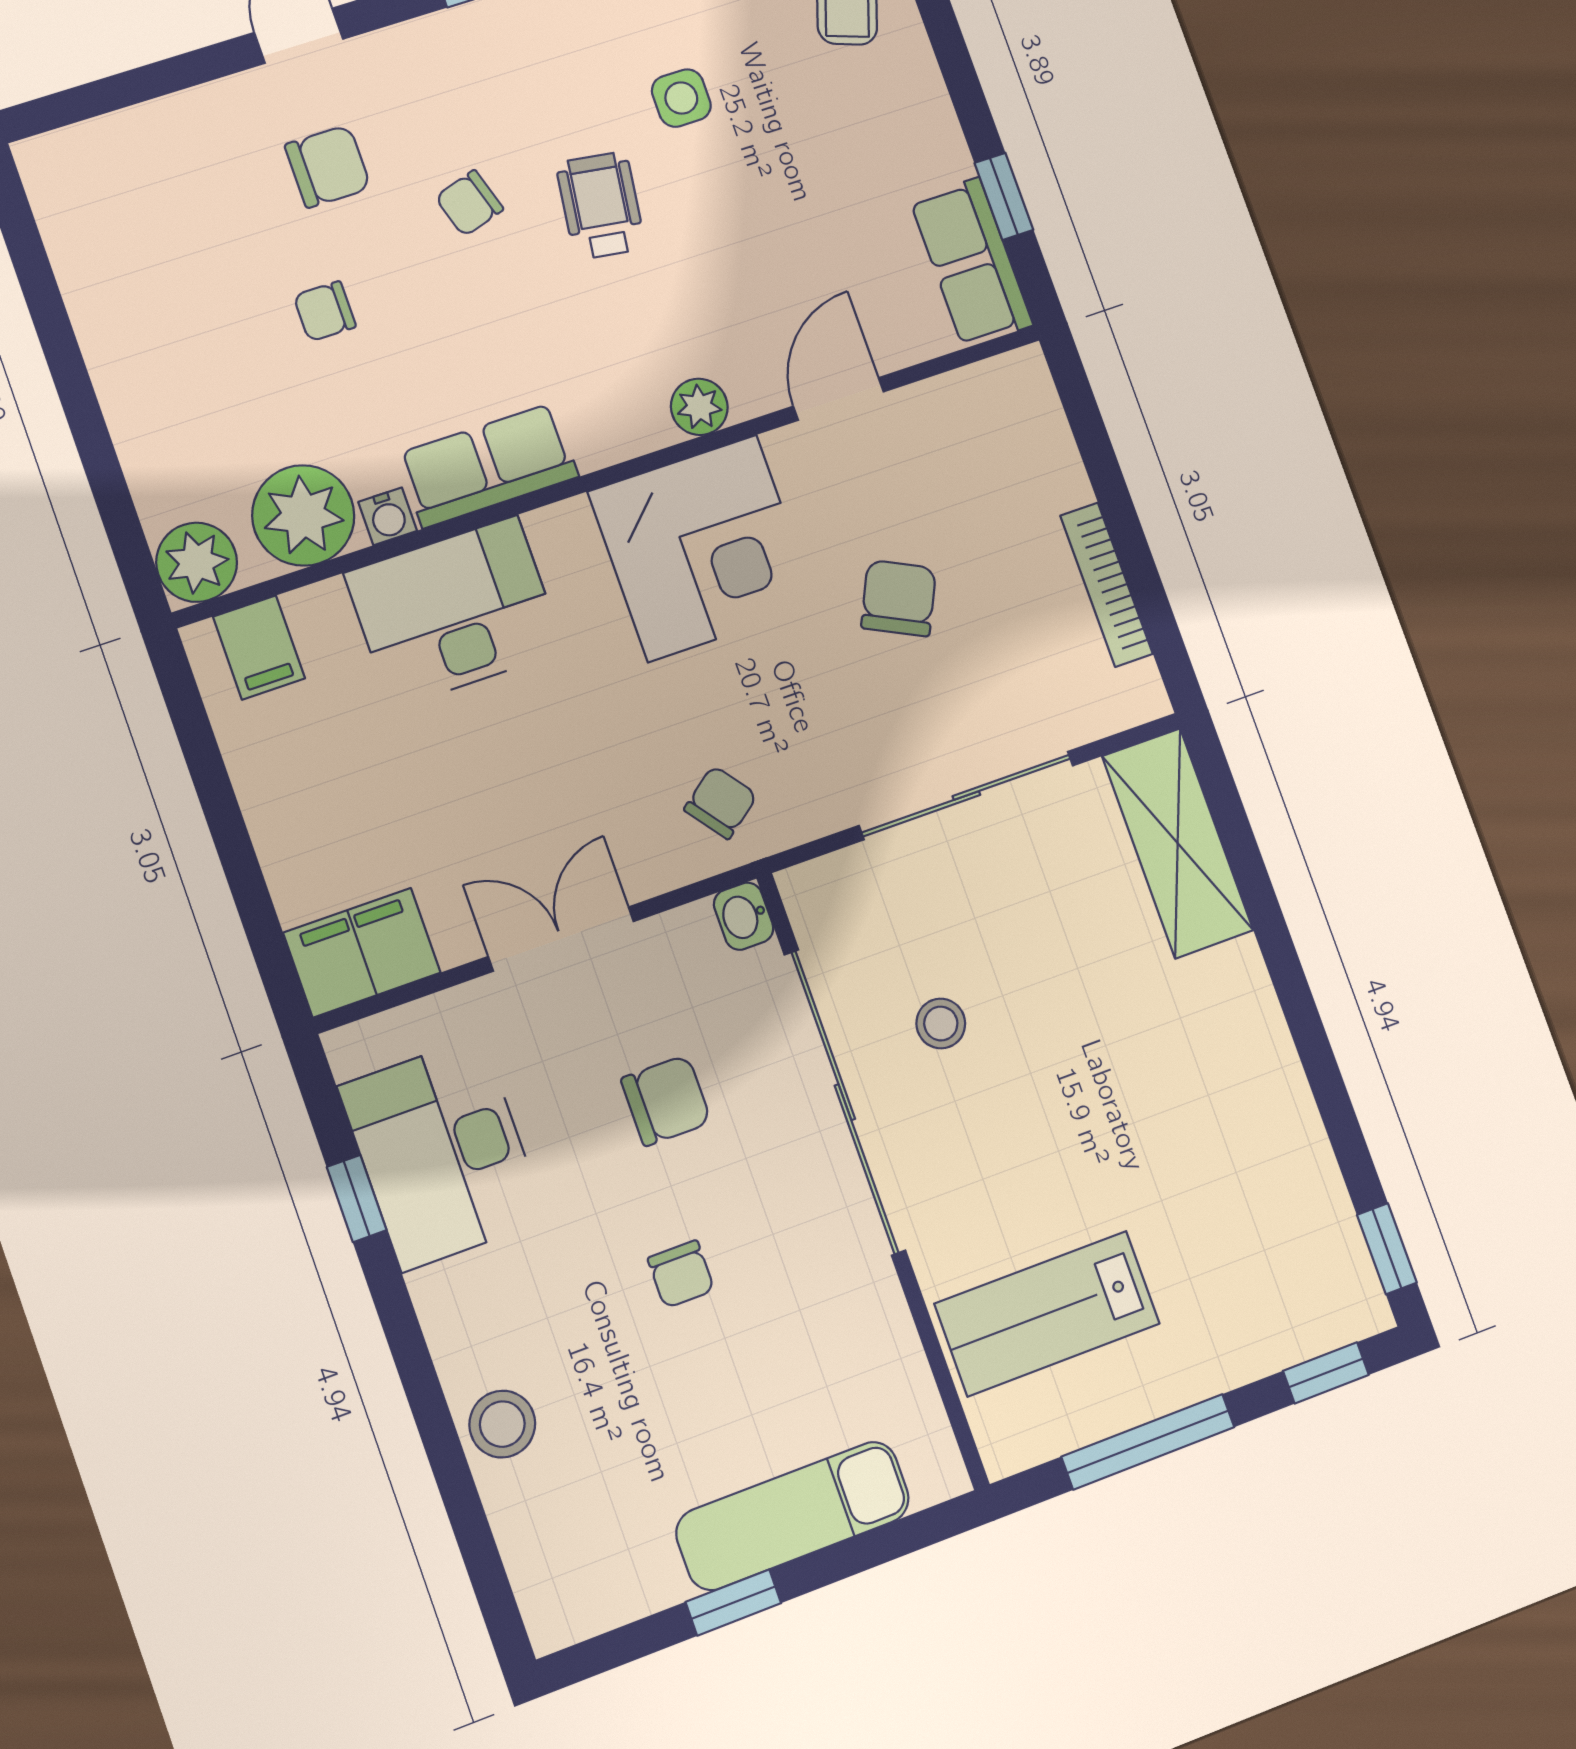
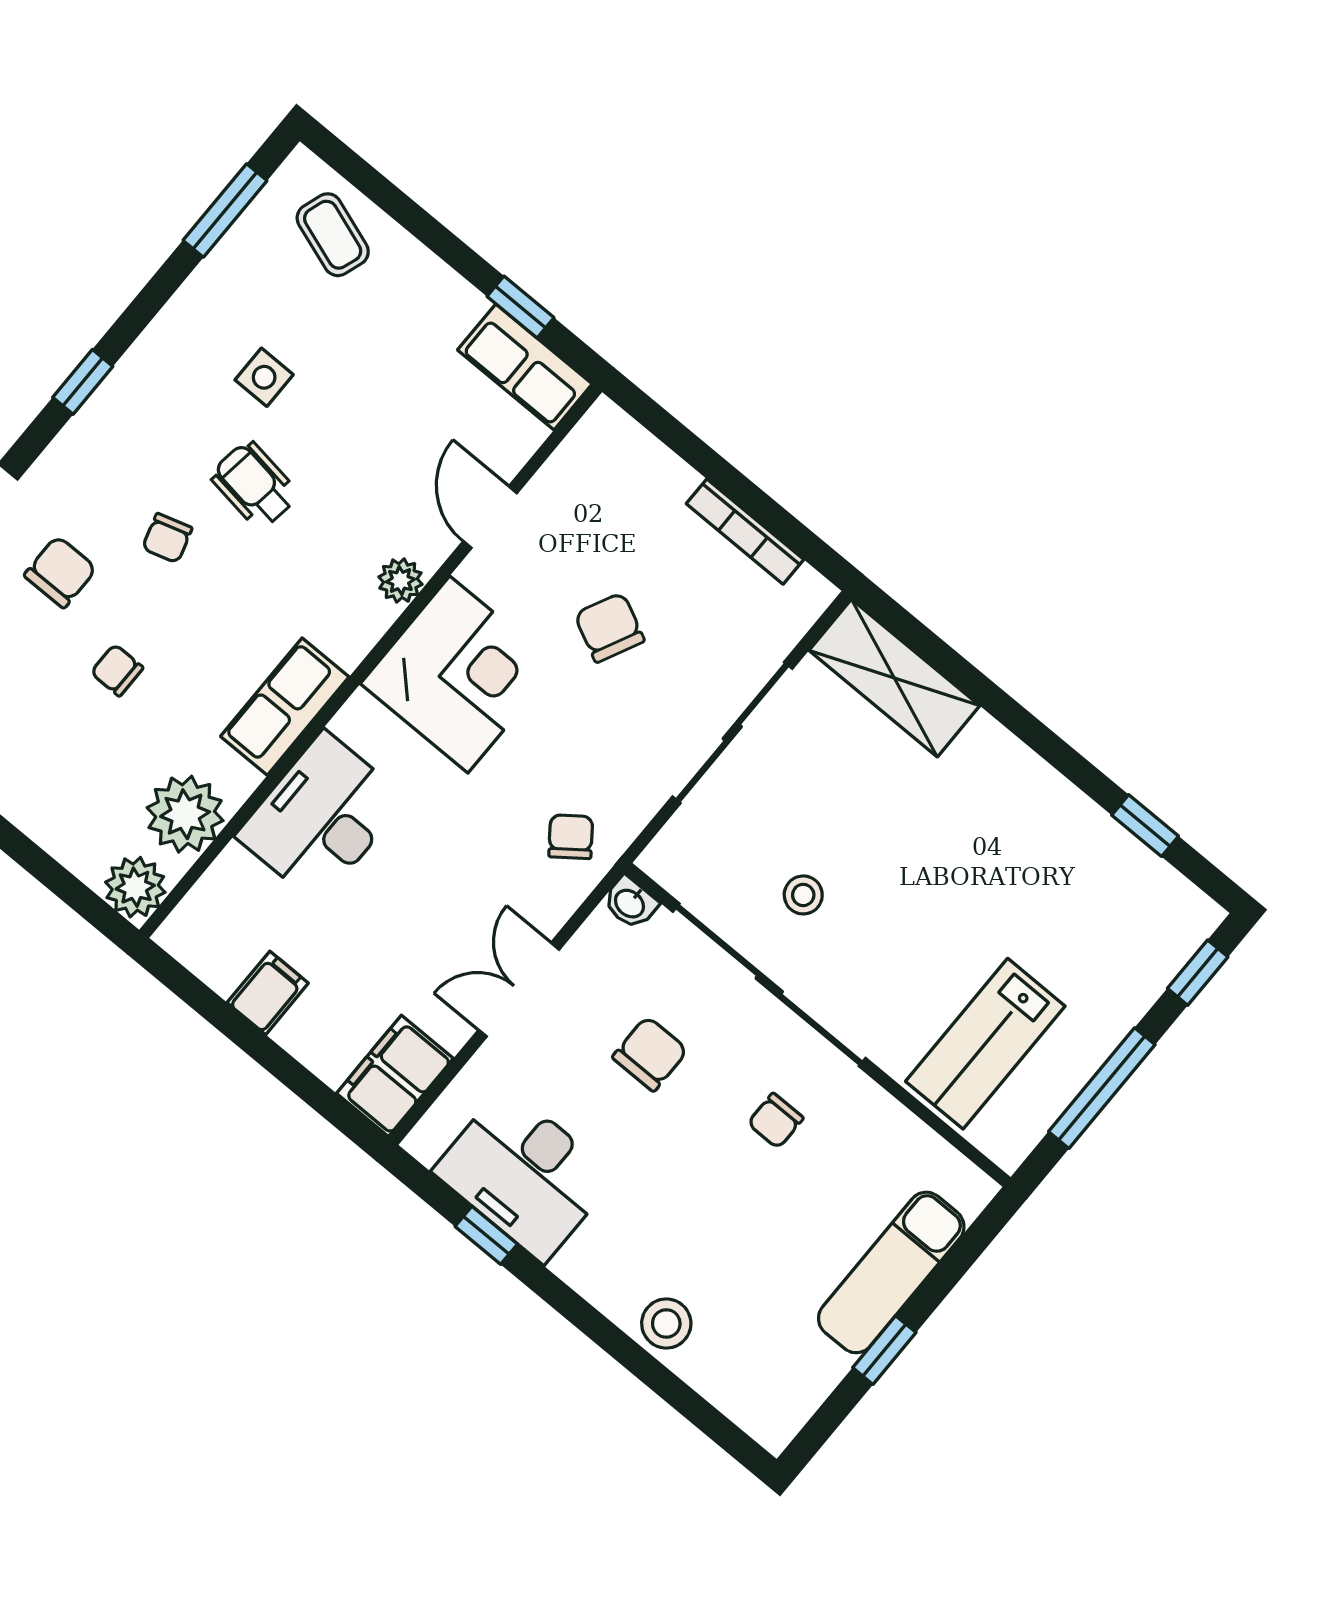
chair: (325, 311) -> (117, 670), turned 90
water cooler: (388, 516) -> (240, 781), removed
filing cabinet: (259, 648) -> (268, 993), moved, turned -90
window: (1387, 1249) -> (1145, 826), moved
chair: (681, 1274) -> (775, 1121), moved, turned 90

